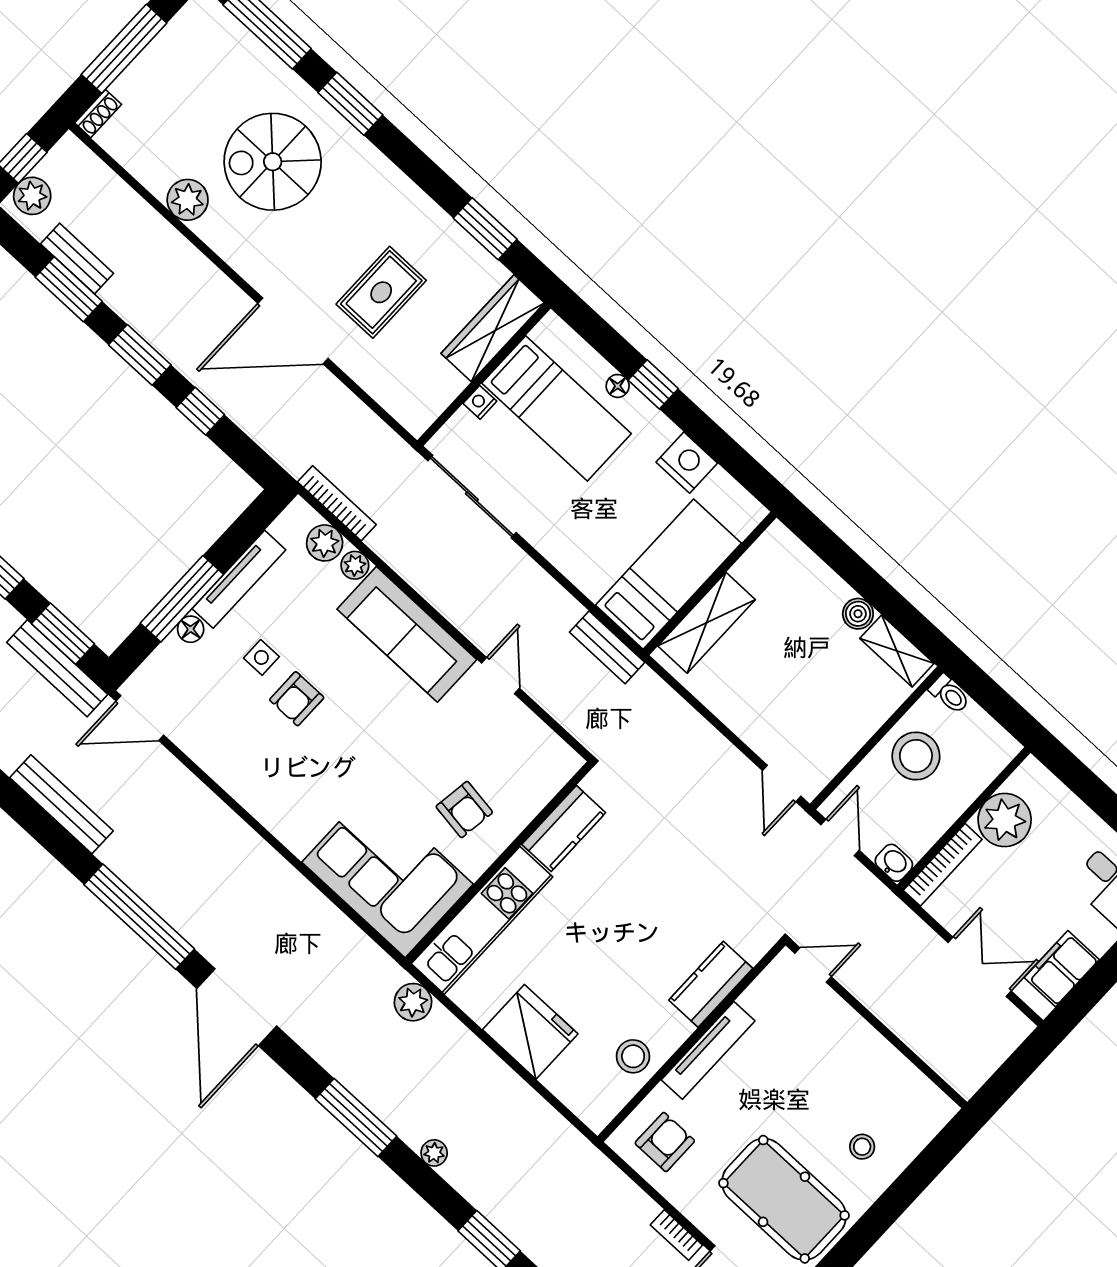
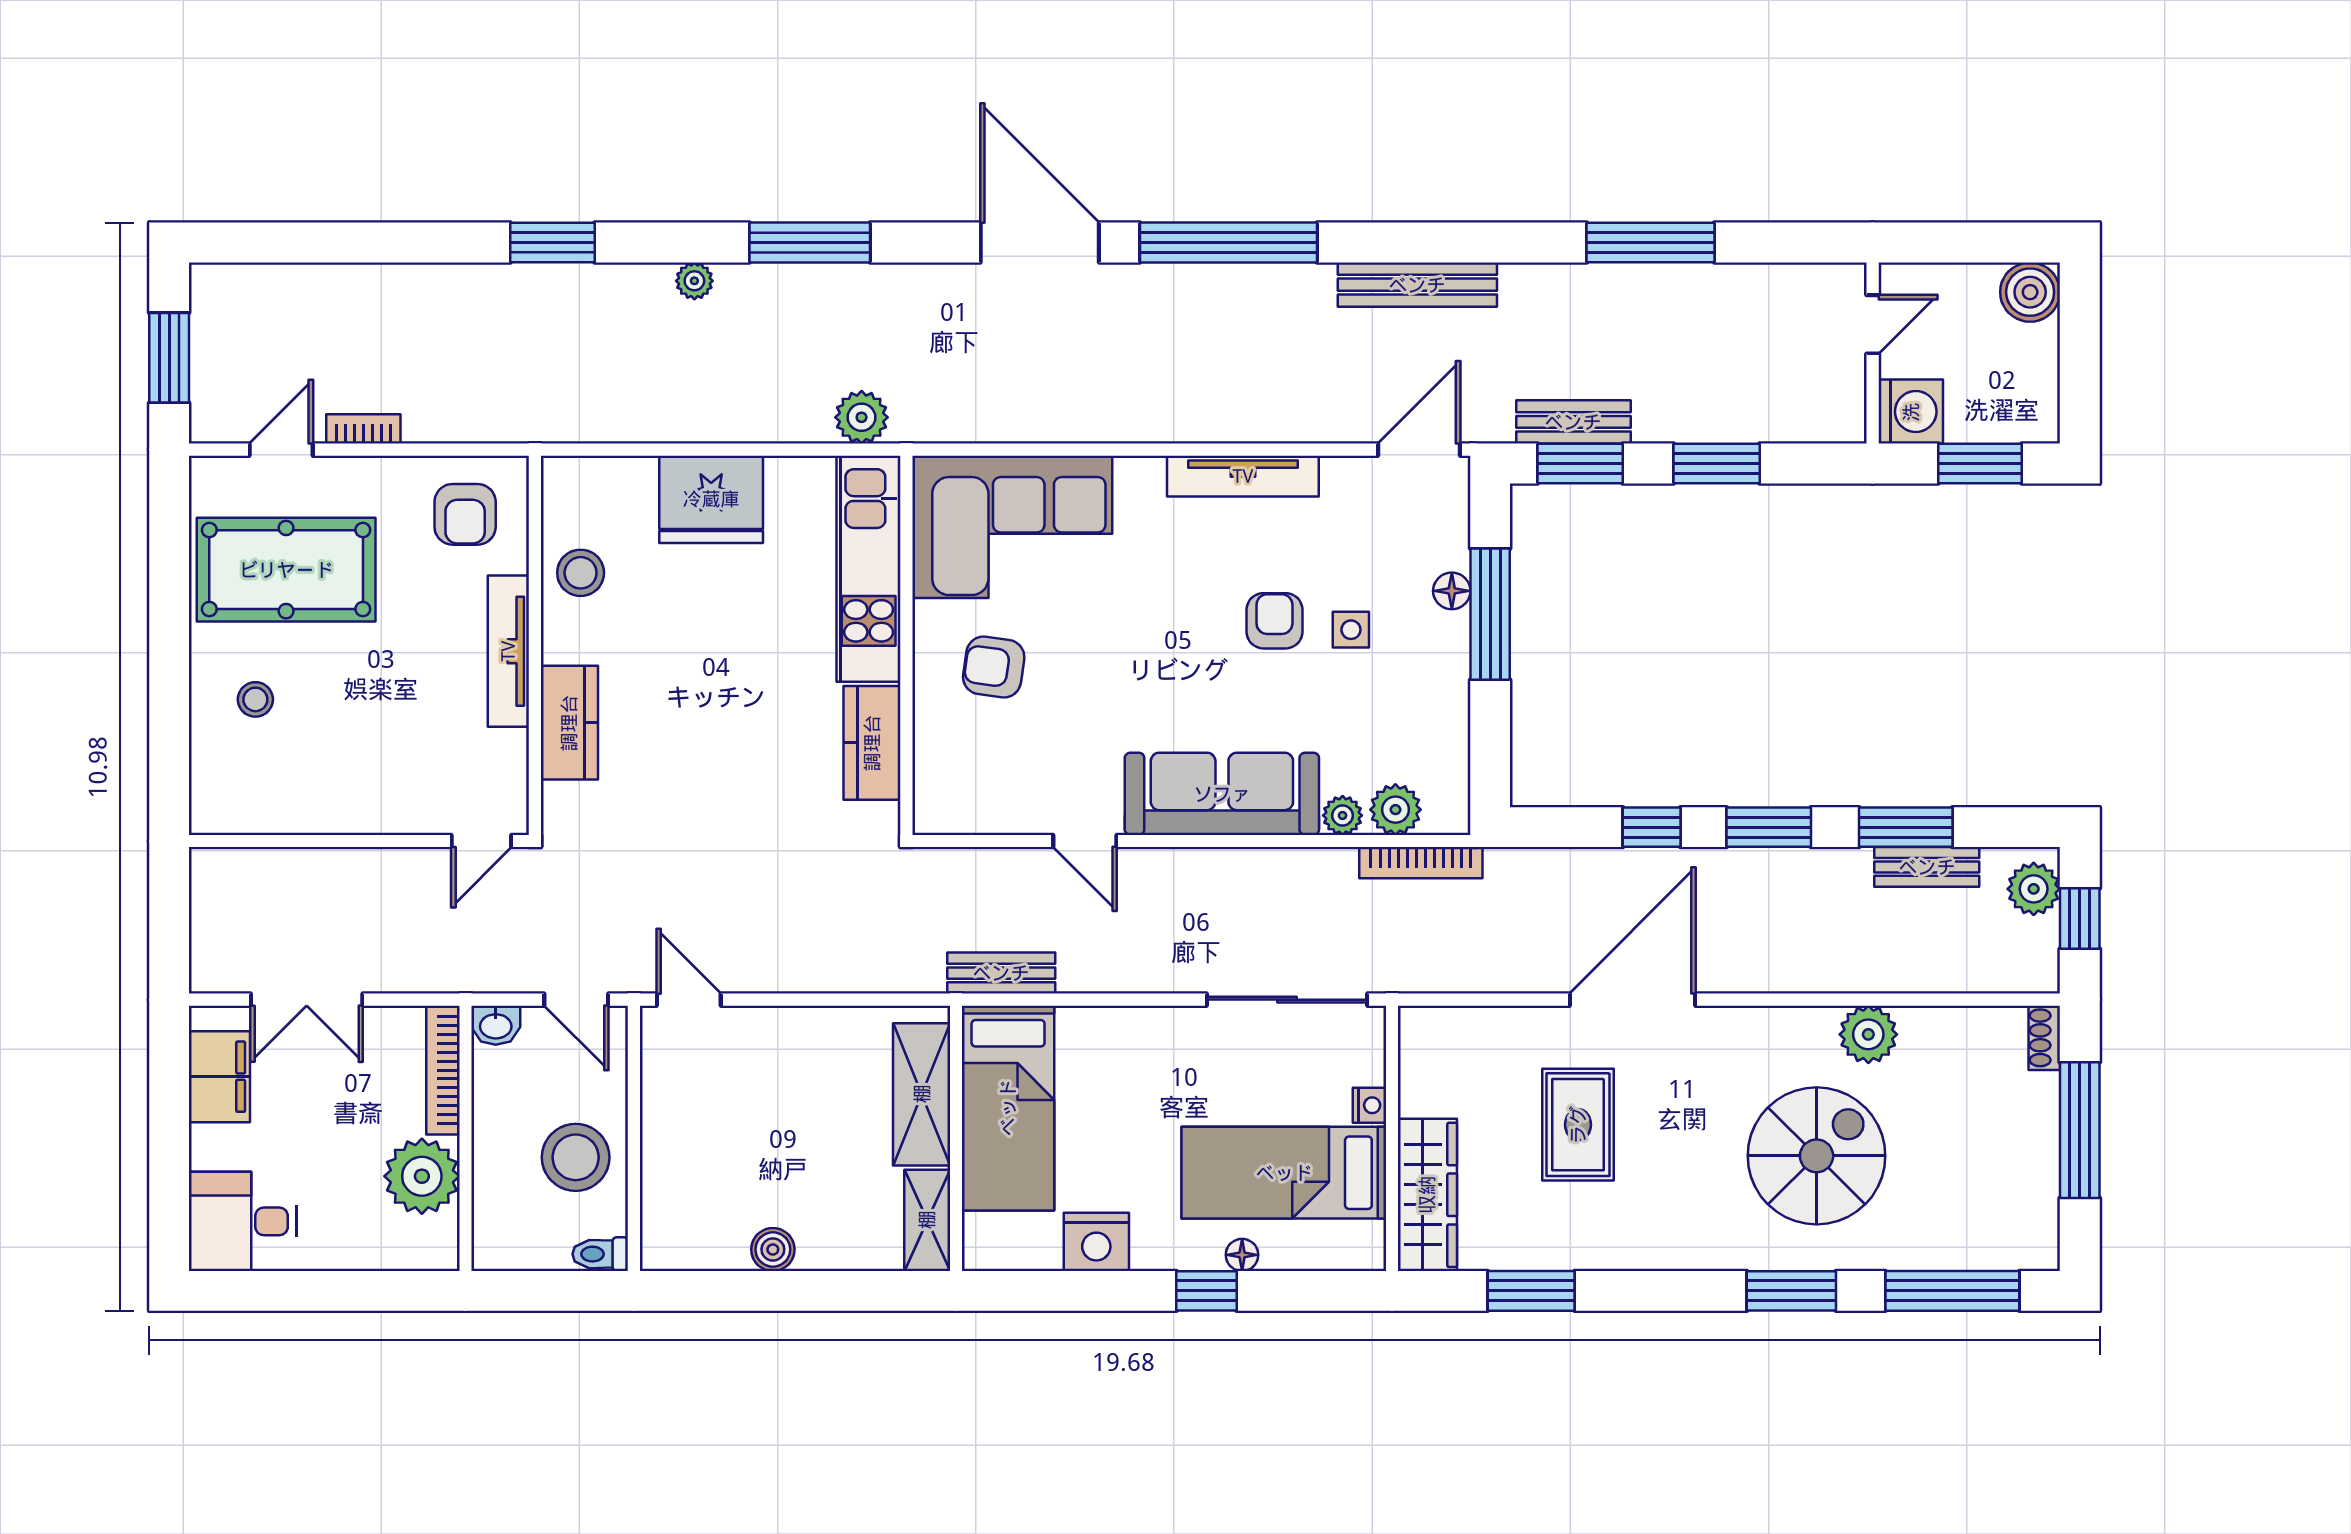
tv unit: (239, 579) -> (1243, 476), moved, turned -90
shelving: (897, 651) -> (927, 1220), moved, turned 90
bench: (57, 668) -> (1573, 422), width x0.73

